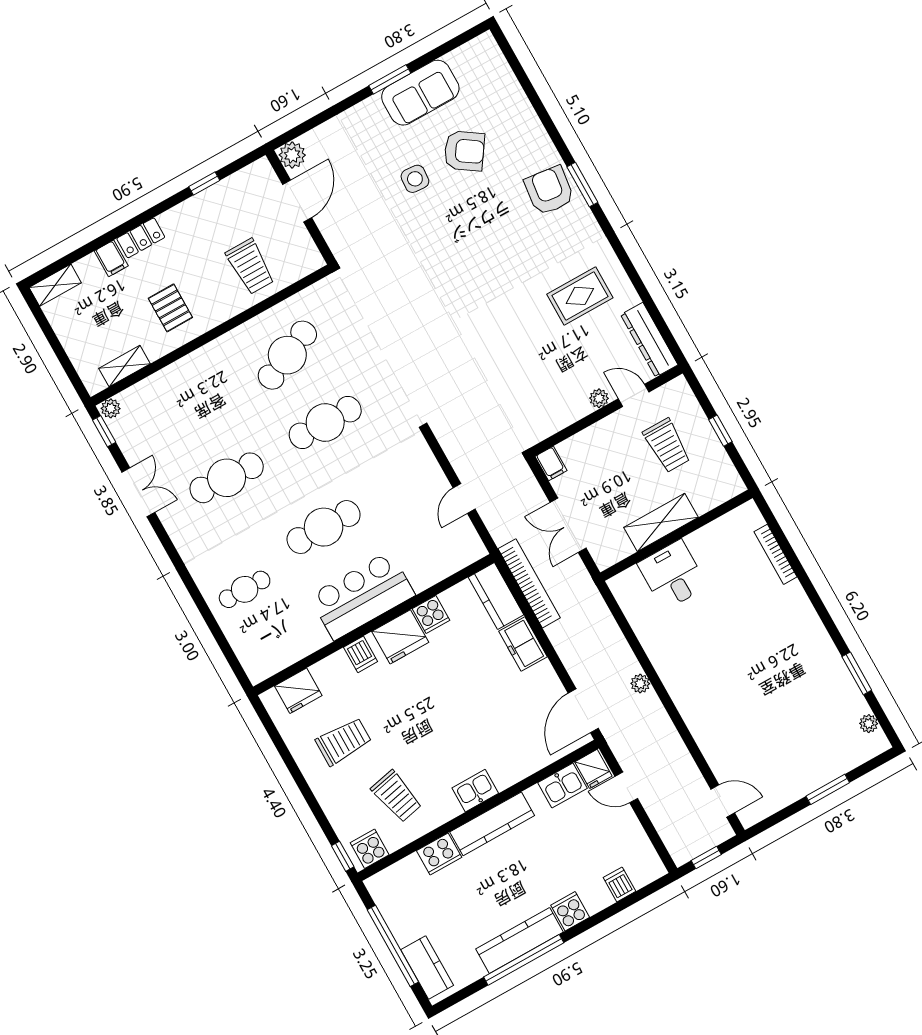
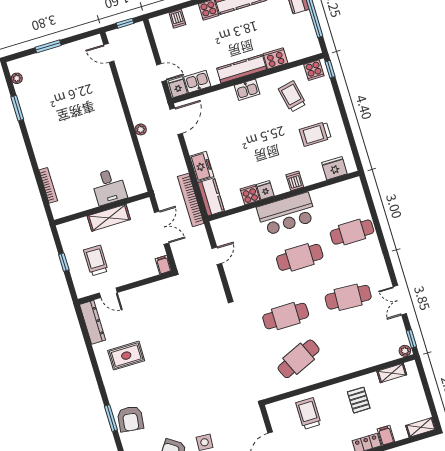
plant: (599, 398) -> (128, 295), removed
cafe table: (245, 589) -> (352, 232), width x1.37, depth x1.35
fridge: (400, 637) -> (265, 190), width x0.53, depth x0.75

